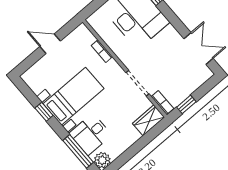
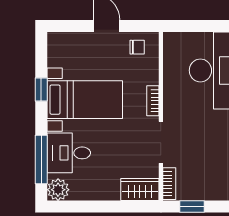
chair: (78, 41) -> (137, 47), added
bookcase: (102, 51) -> (153, 101), moved

